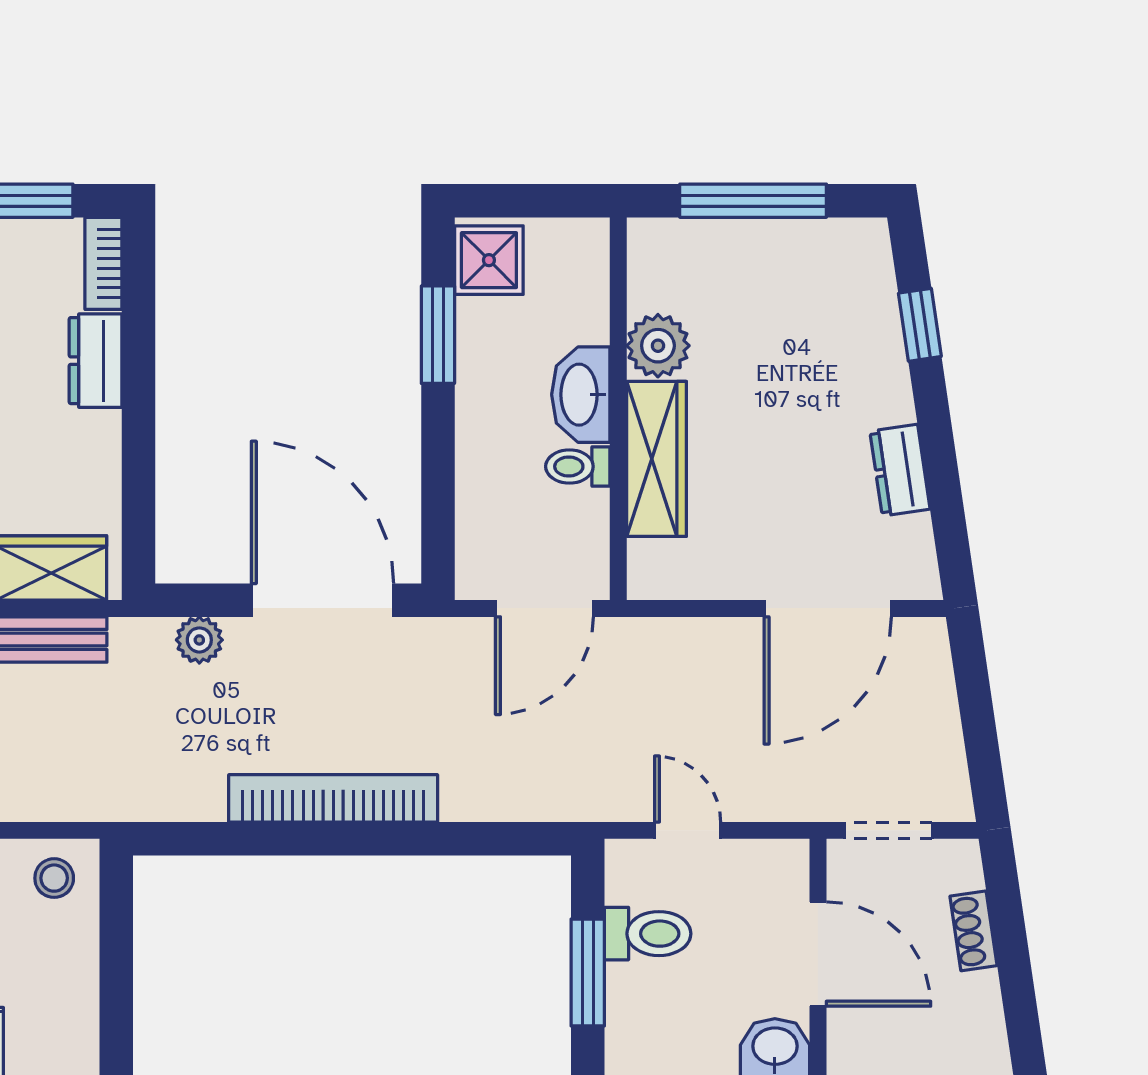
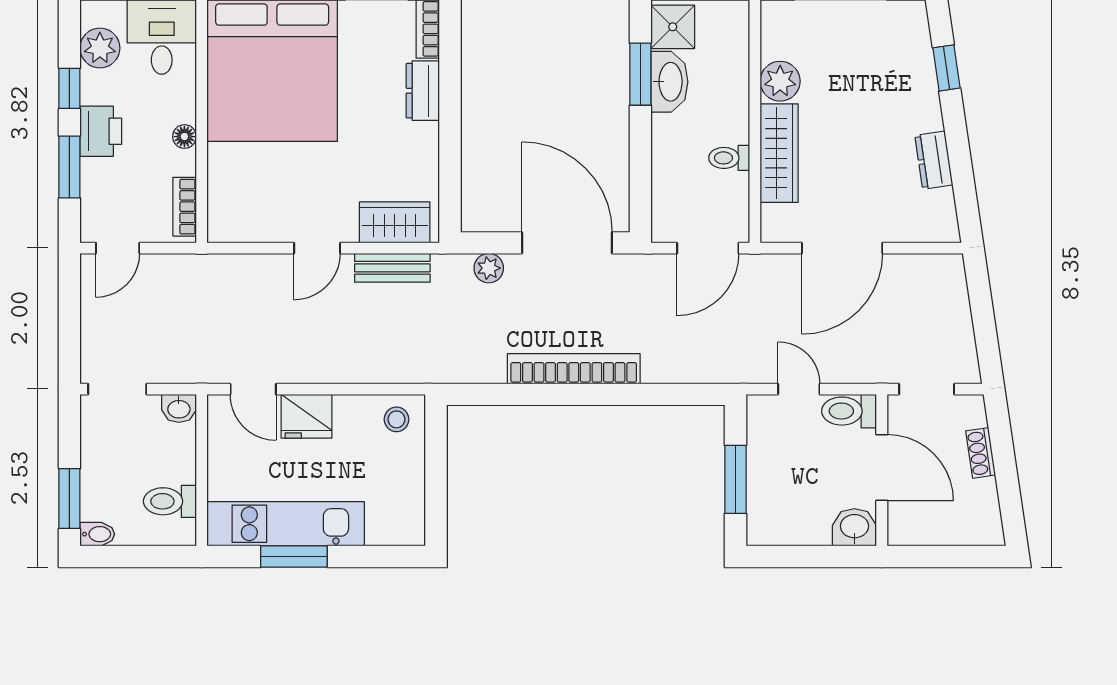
washbasin: (581, 395) -> (669, 82), moved, turned 180
door: (828, 608) -> (842, 248), moved
toilet: (648, 934) -> (849, 411), moved, turned 180

